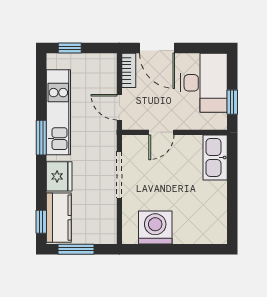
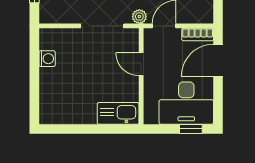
window: (232, 102) -> (191, 129), moved
plant: (109, 134) -> (139, 16), added
washing machine: (155, 228) -> (47, 59), width x0.53, depth x0.53

